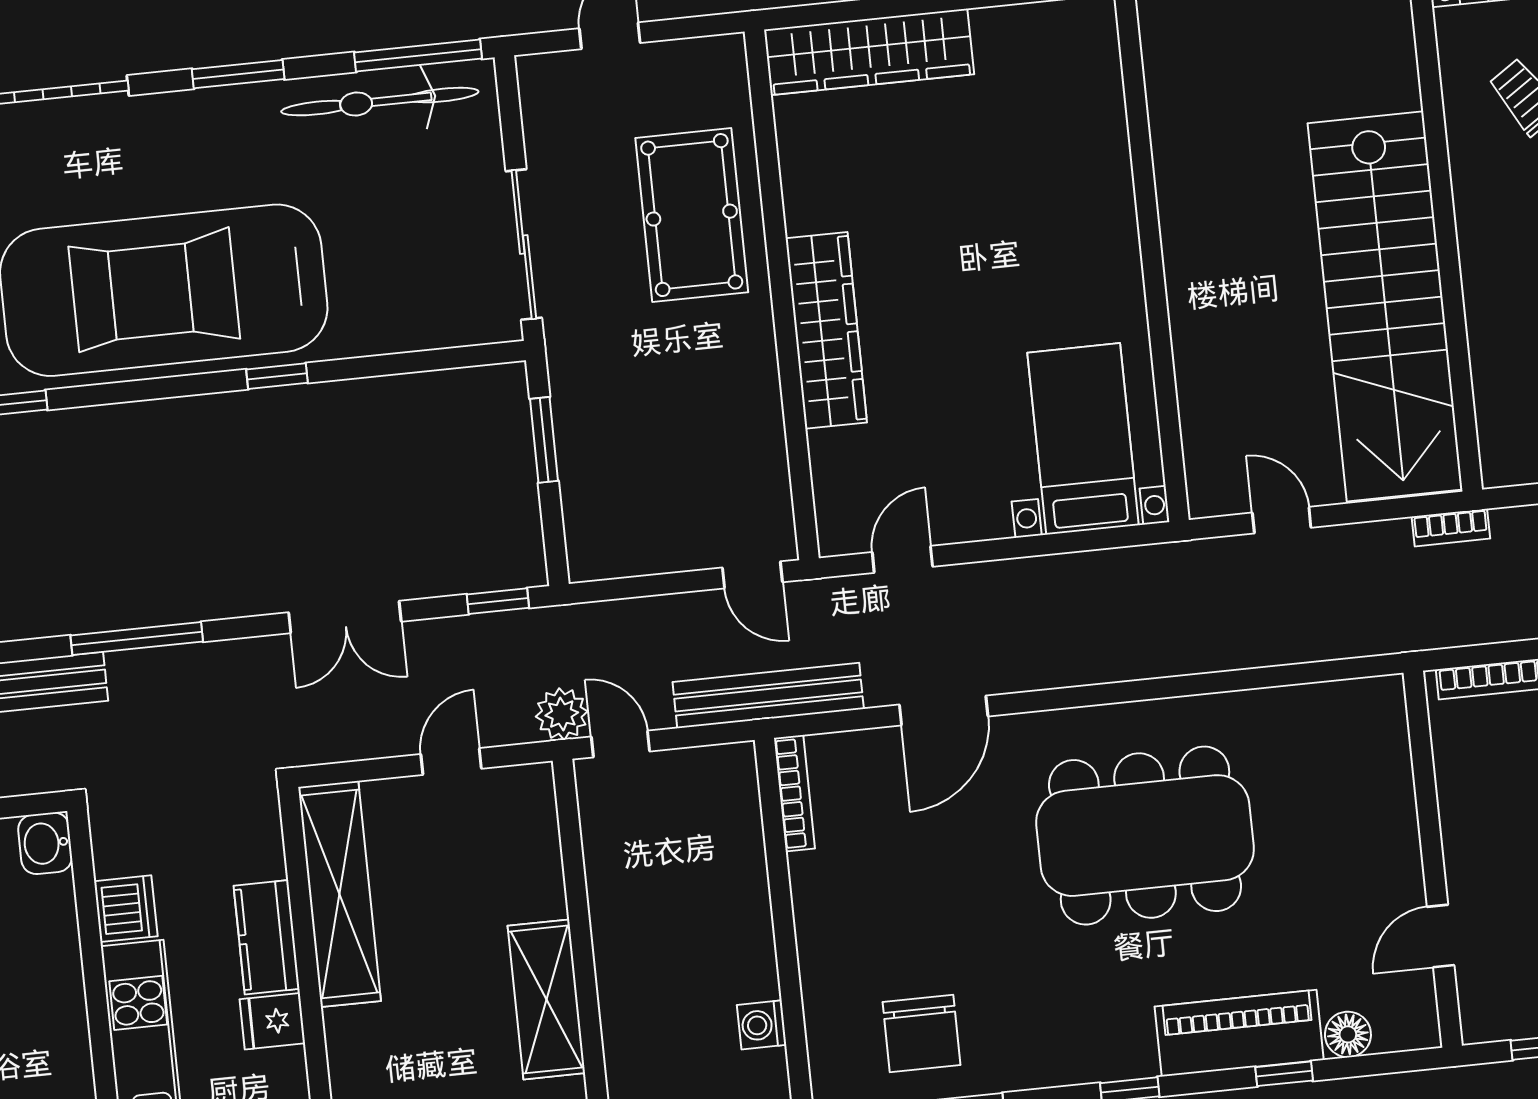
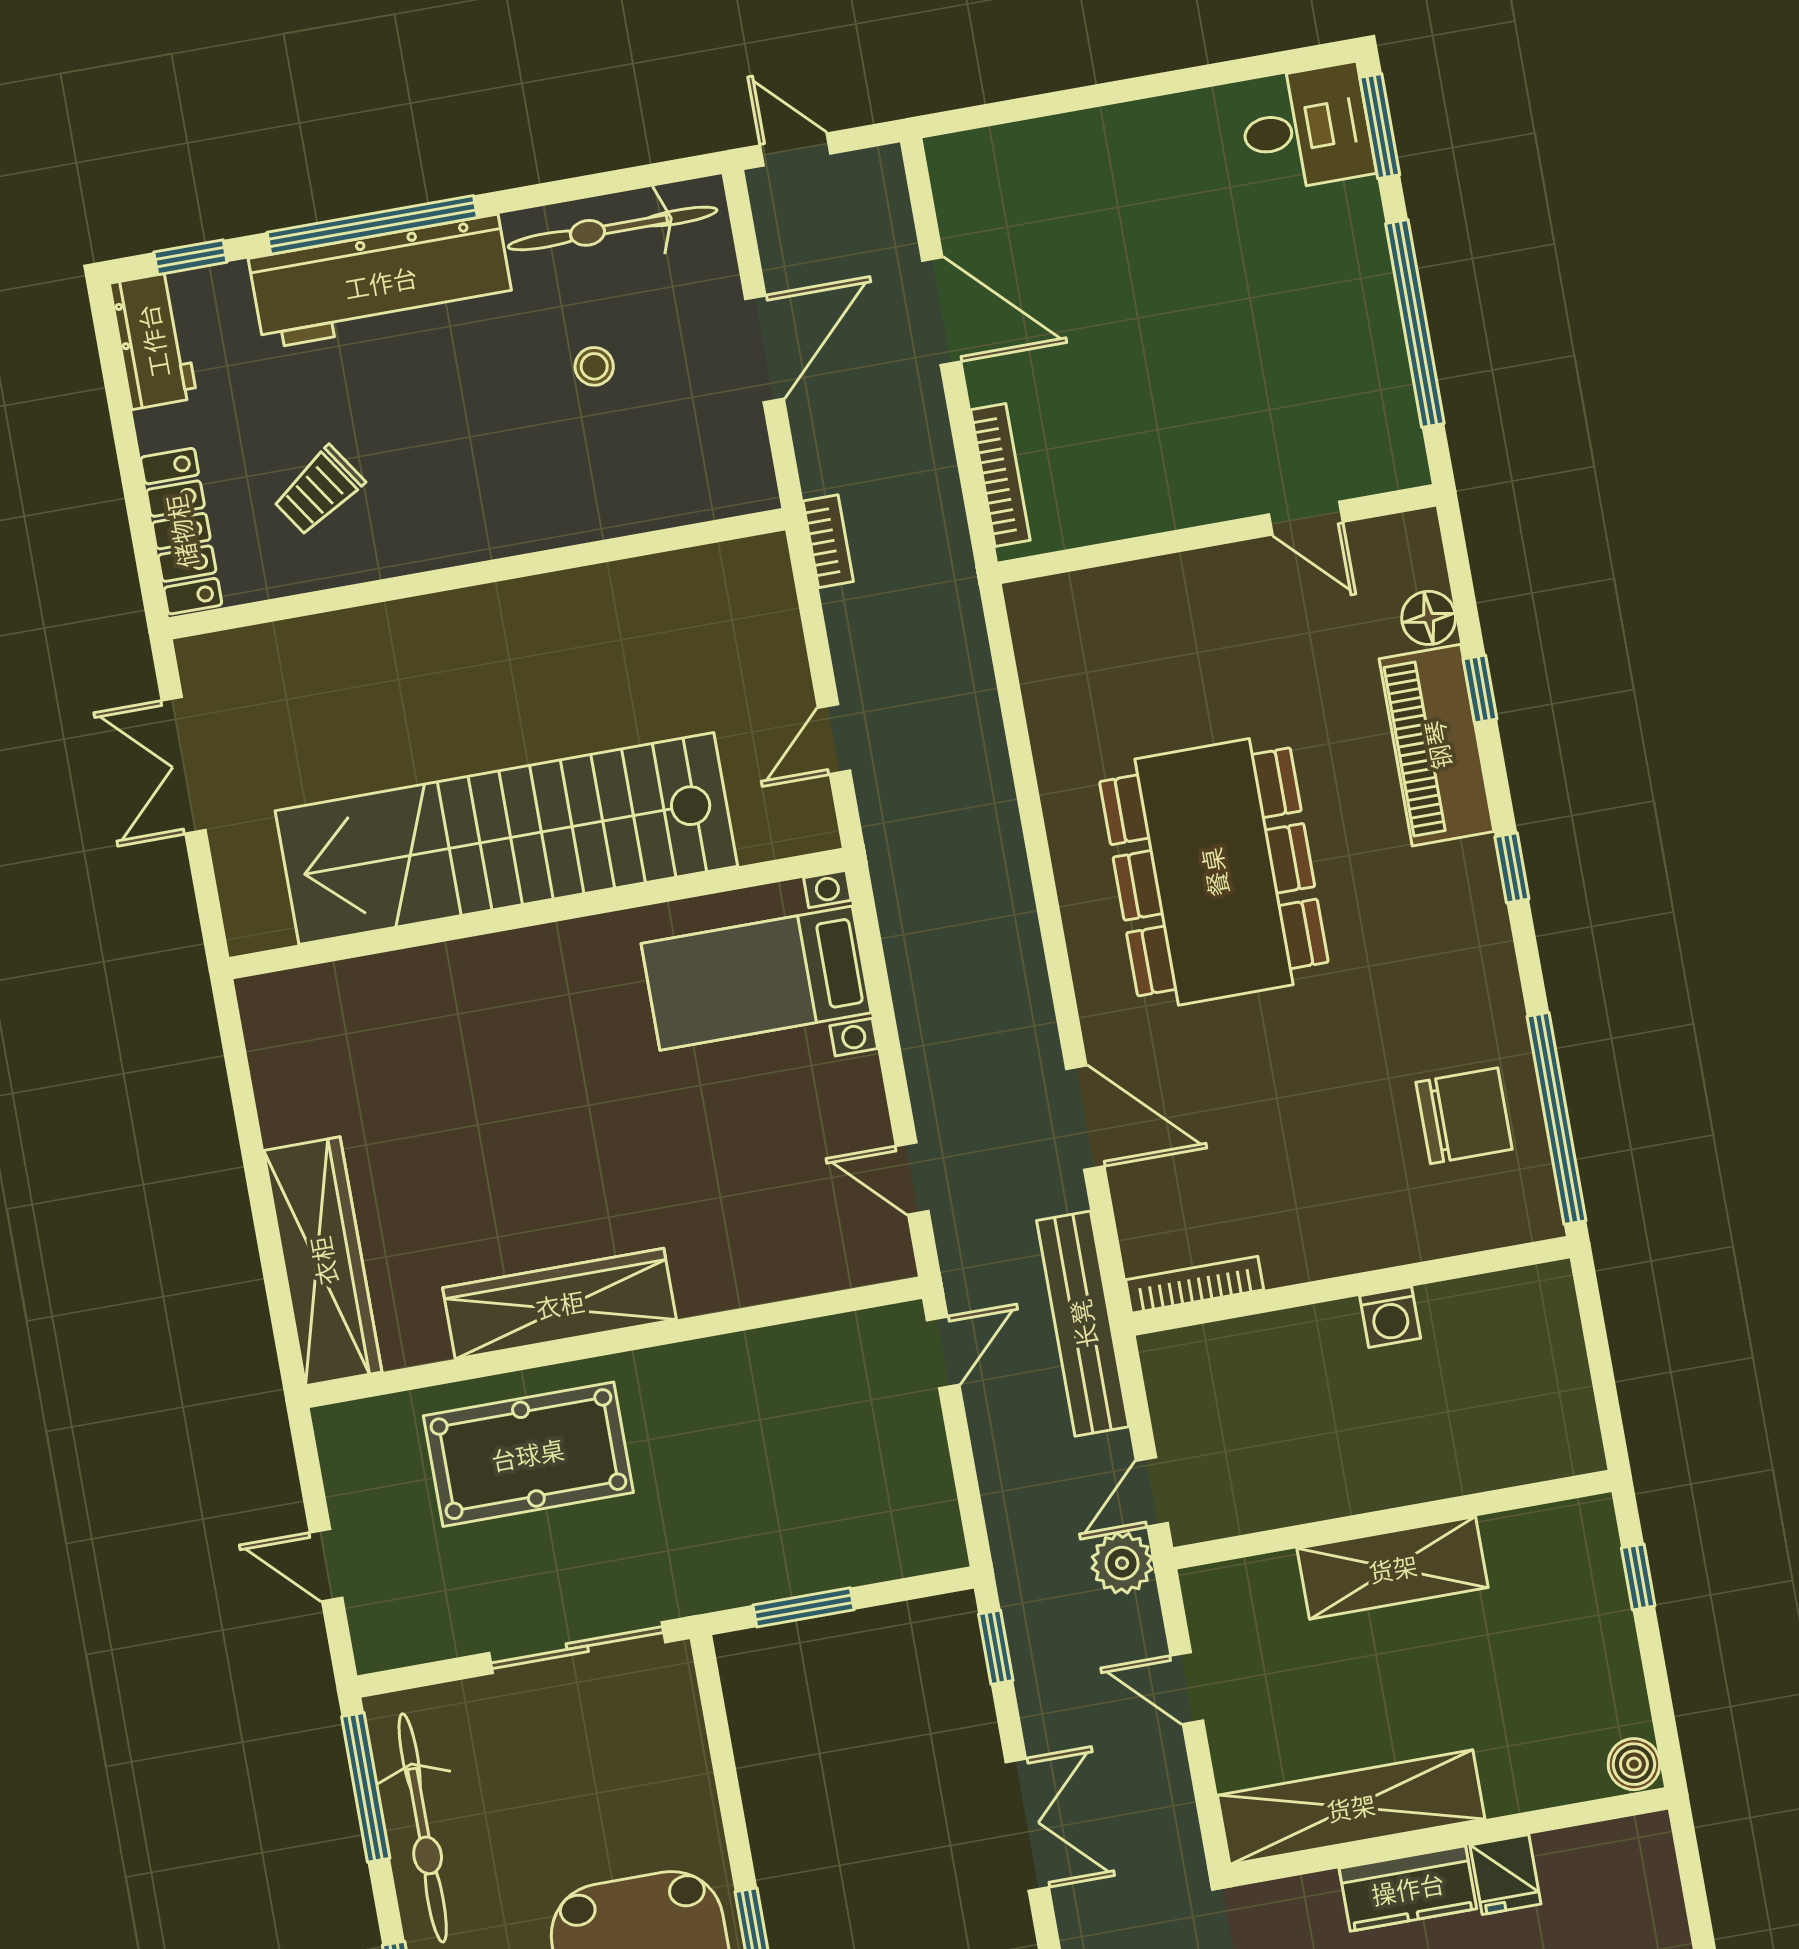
stairs: (1385, 306) -> (506, 838), moved, turned 180
wardrobe: (826, 330) -> (560, 1304), moved
shelving: (546, 999) -> (1393, 1568), moved
washing machine: (762, 1025) -> (1390, 1317), moved

